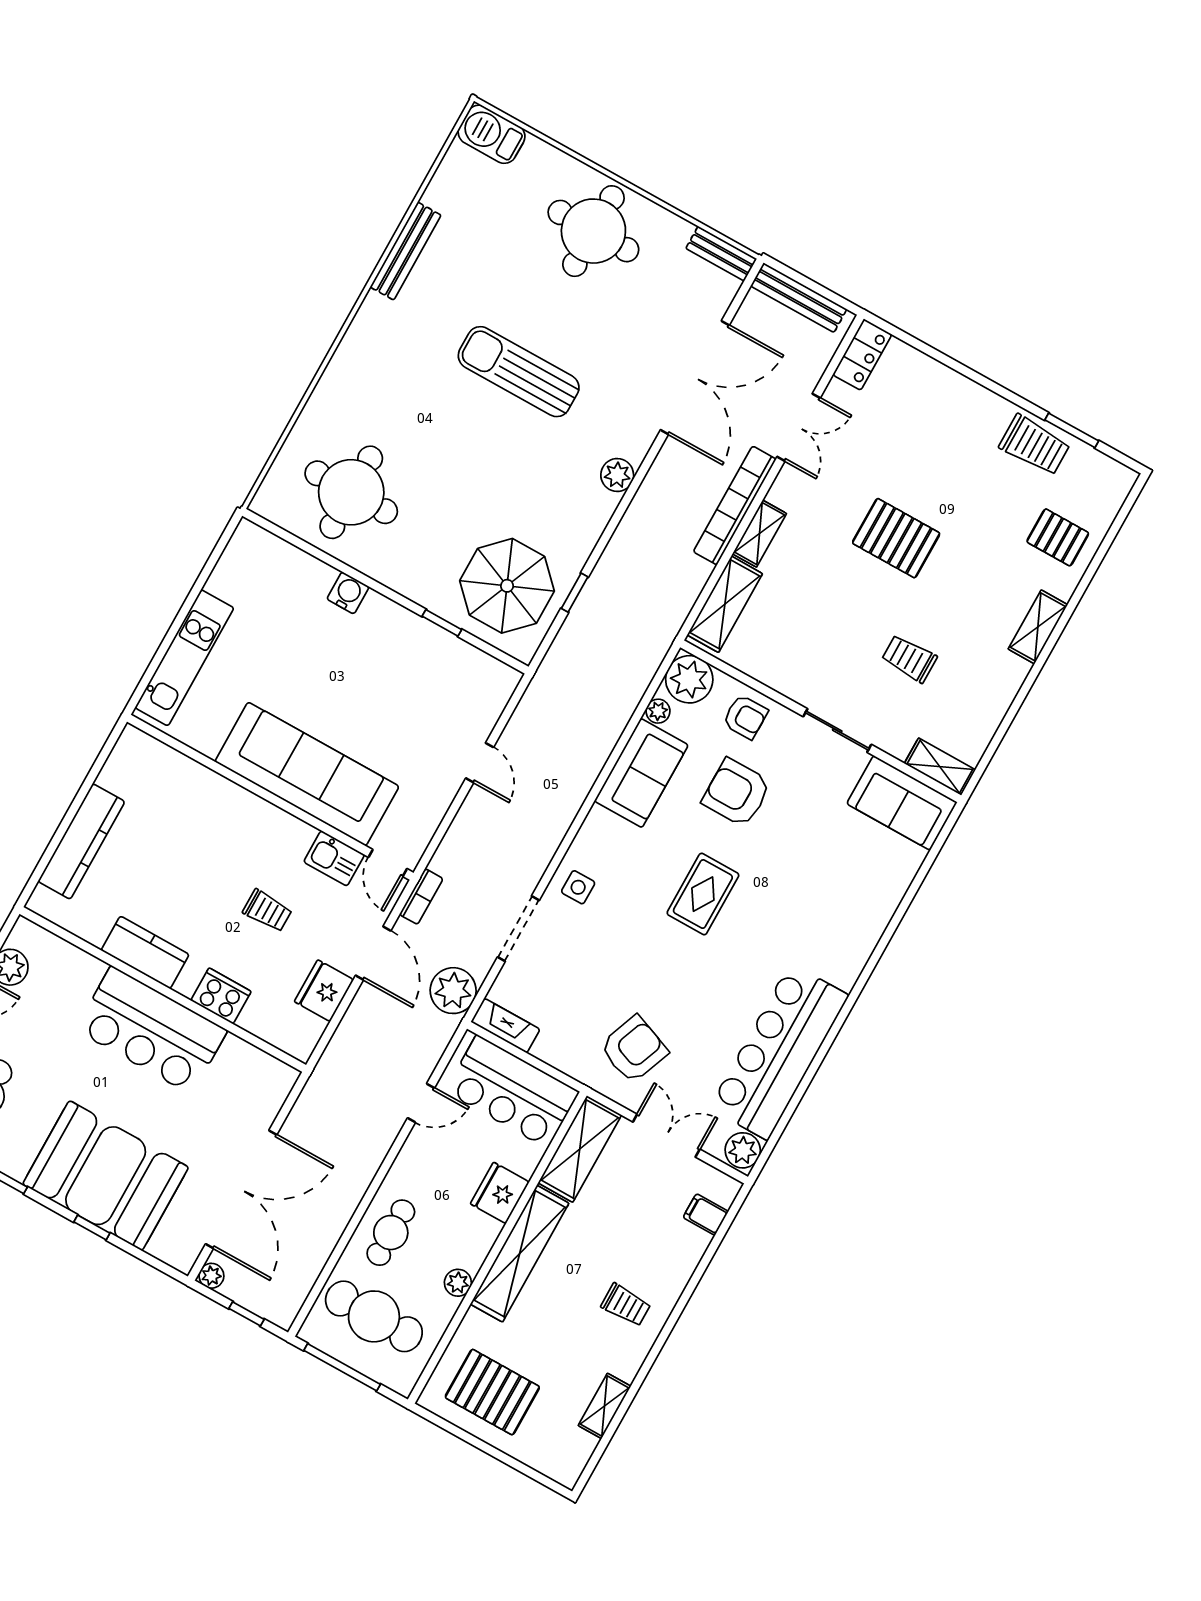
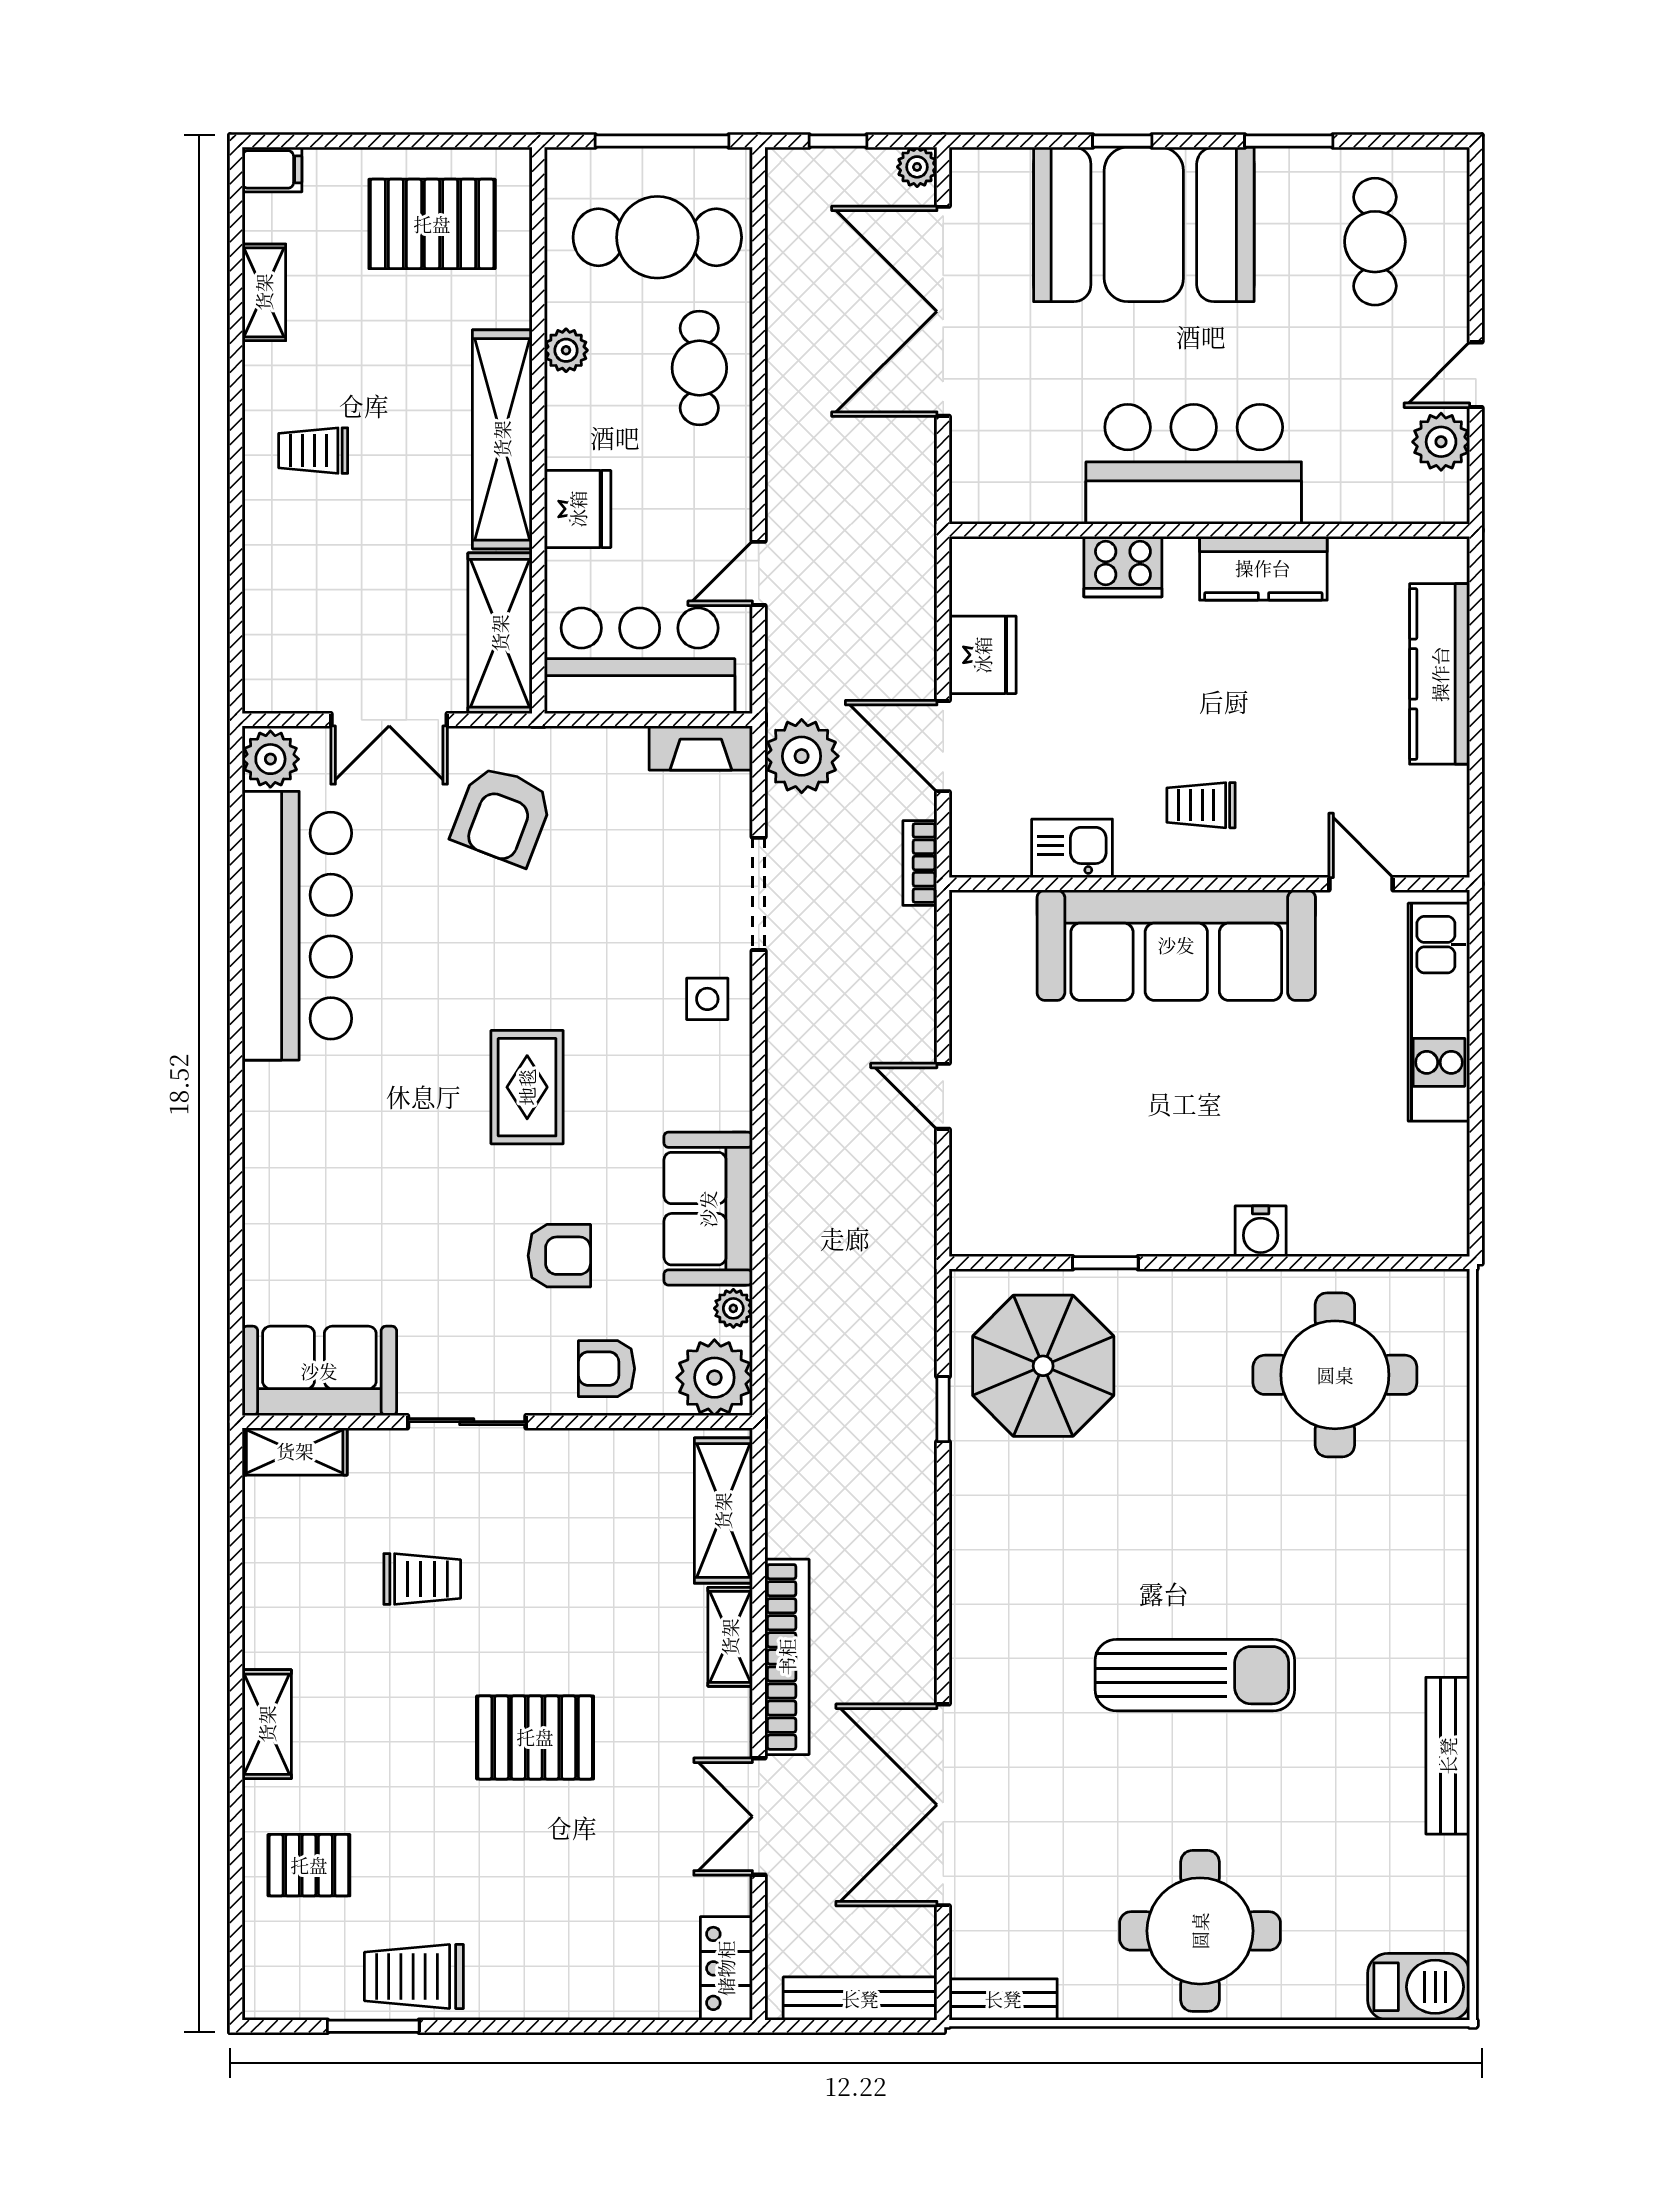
plant: (617, 475) -> (976, 1607), removed
armchair: (737, 793) -> (559, 1256), width x0.72, depth x0.72
door: (388, 863) -> (1361, 884), moved
trolley: (267, 911) -> (1201, 805), moved
filing cabinet: (706, 1214) -> (272, 169), moved

